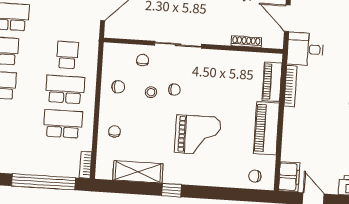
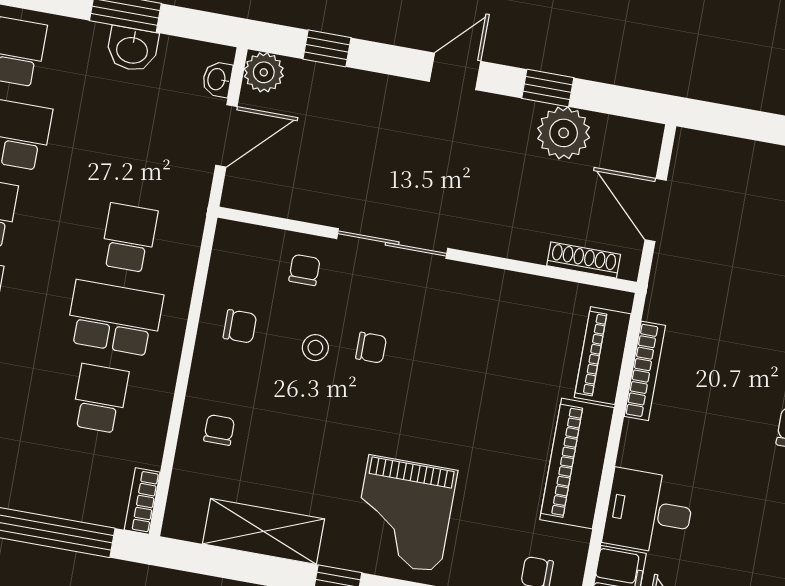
shoe rack: (246, 42) -> (584, 260), moved
desk: (305, 49) -> (649, 512), moved
school desk: (63, 124) -> (100, 398), width x0.54
grand piano: (198, 135) -> (404, 514), moved, turned 90

